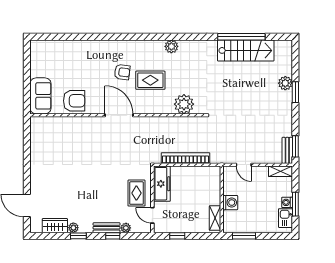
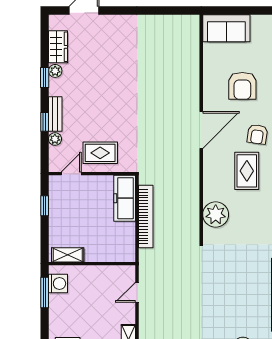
armchair: (74, 101) -> (242, 86), moved
freezer: (162, 184) -> (125, 198), moved, turned 90
washing machine: (230, 203) -> (58, 283), moved, turned -90

